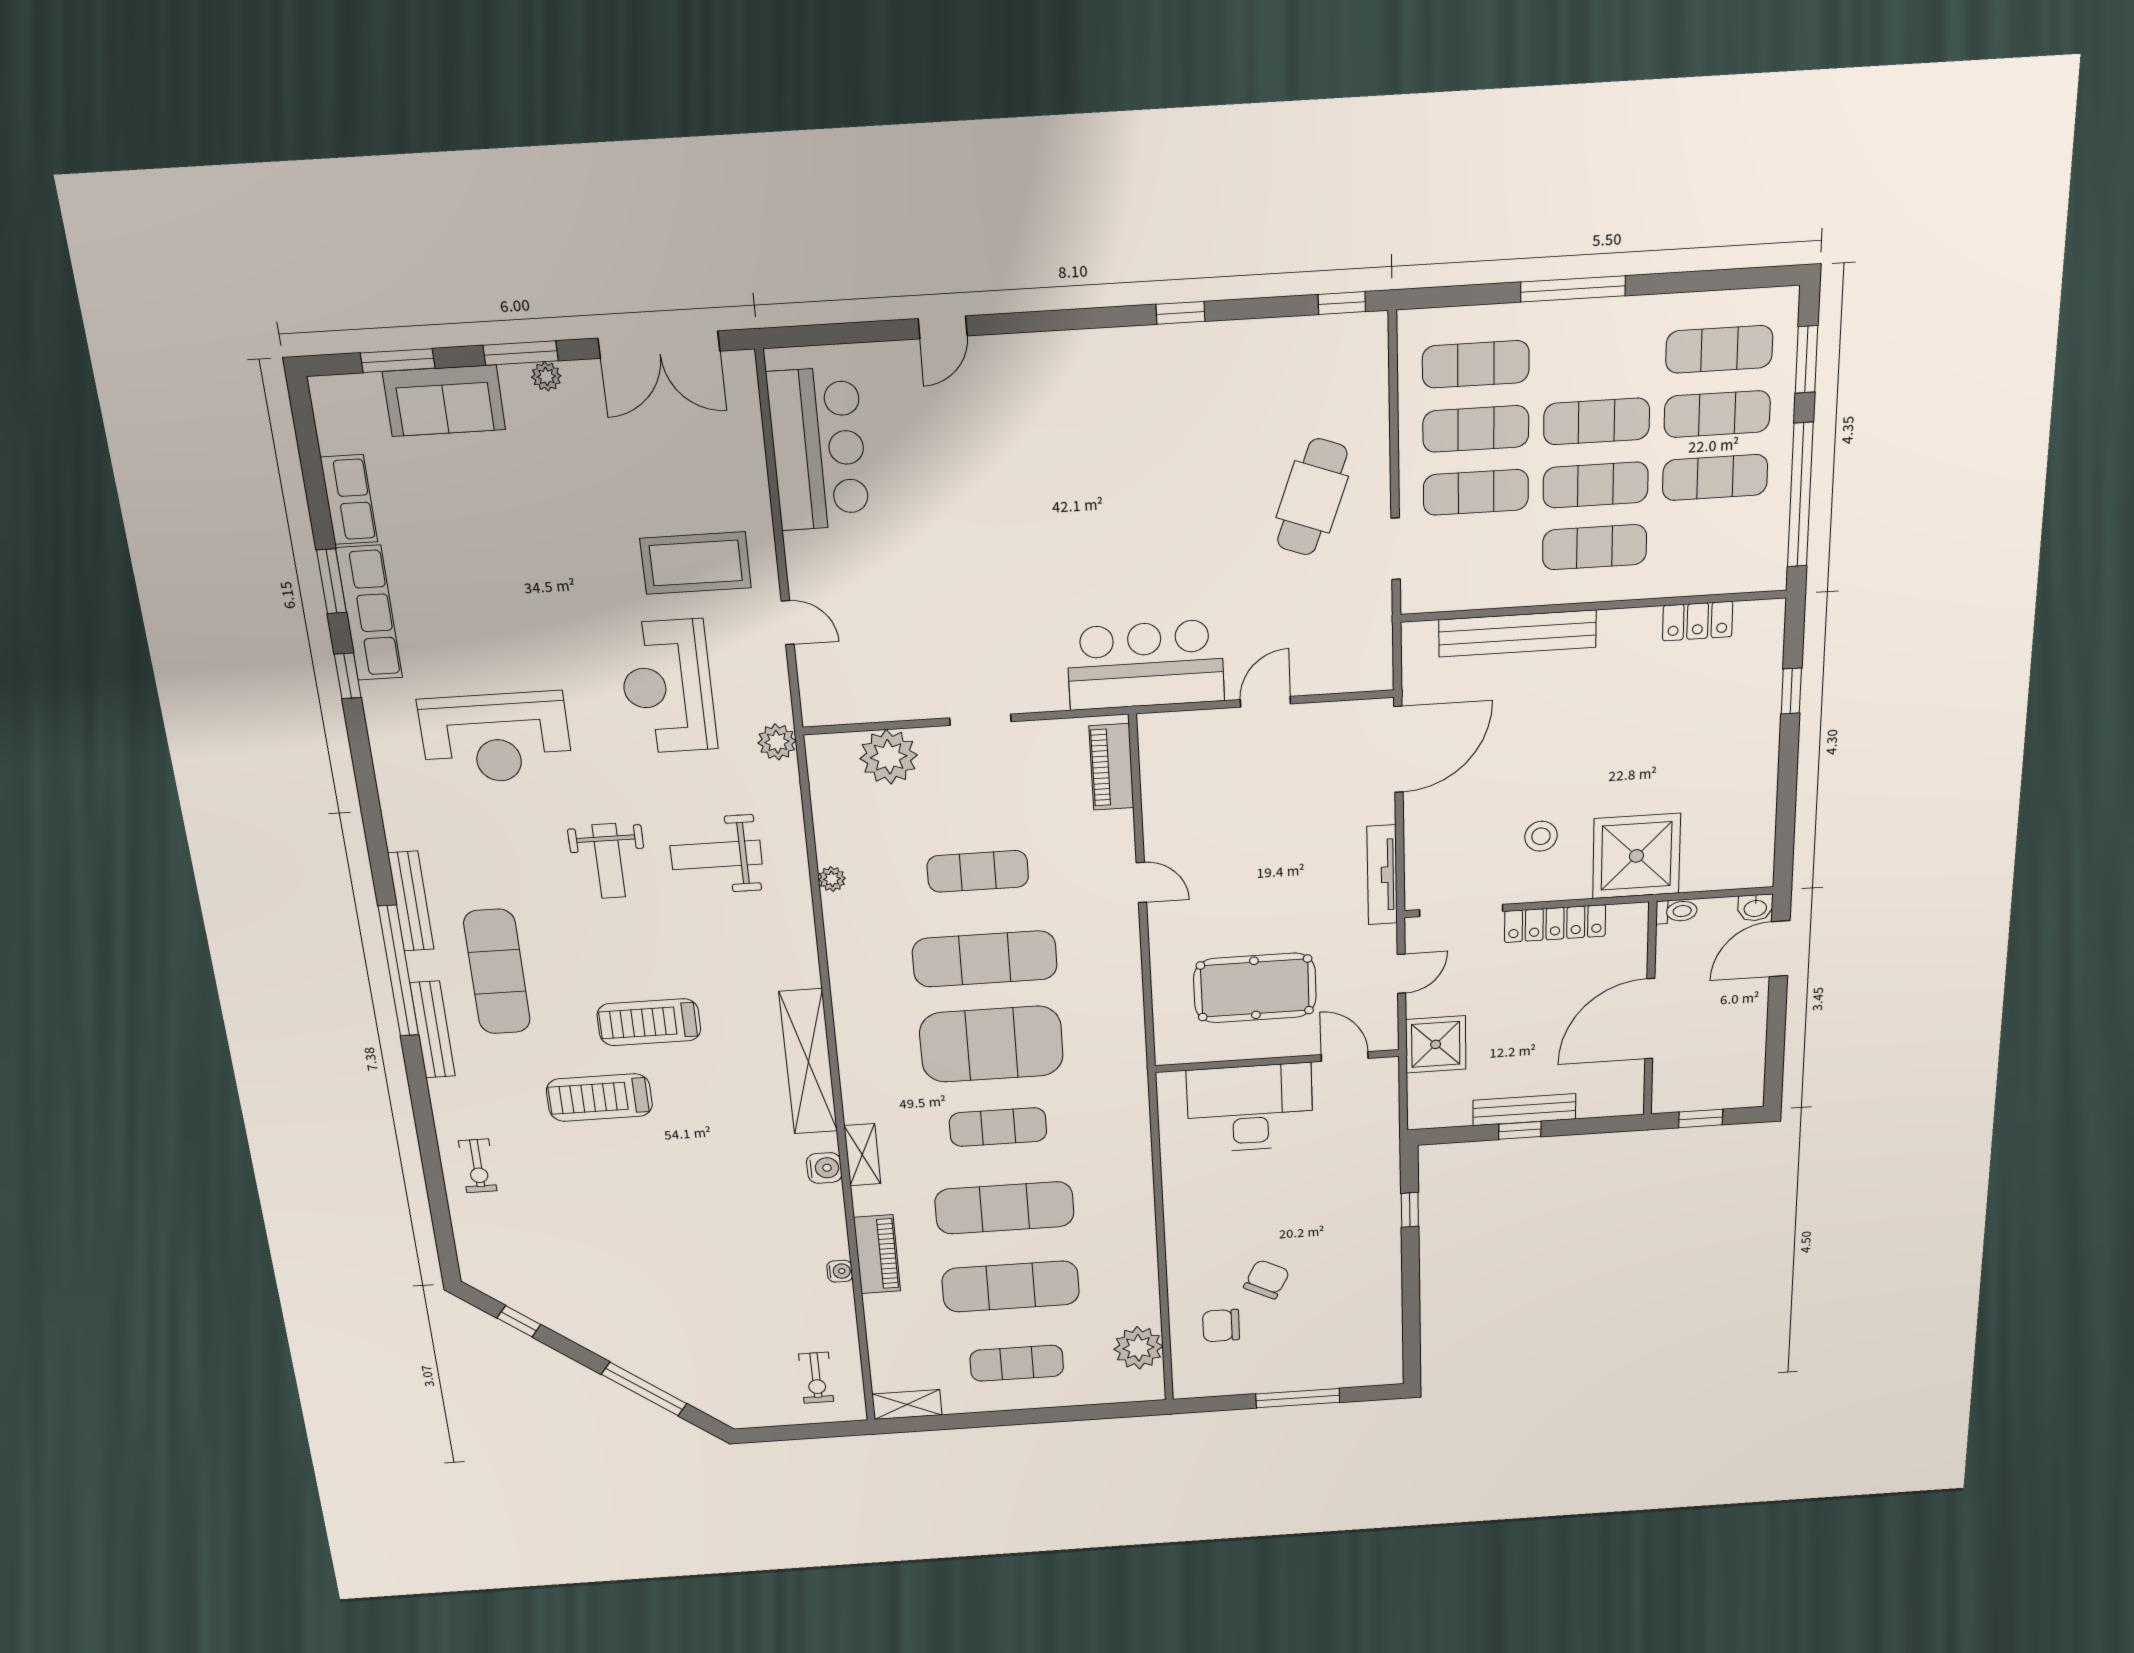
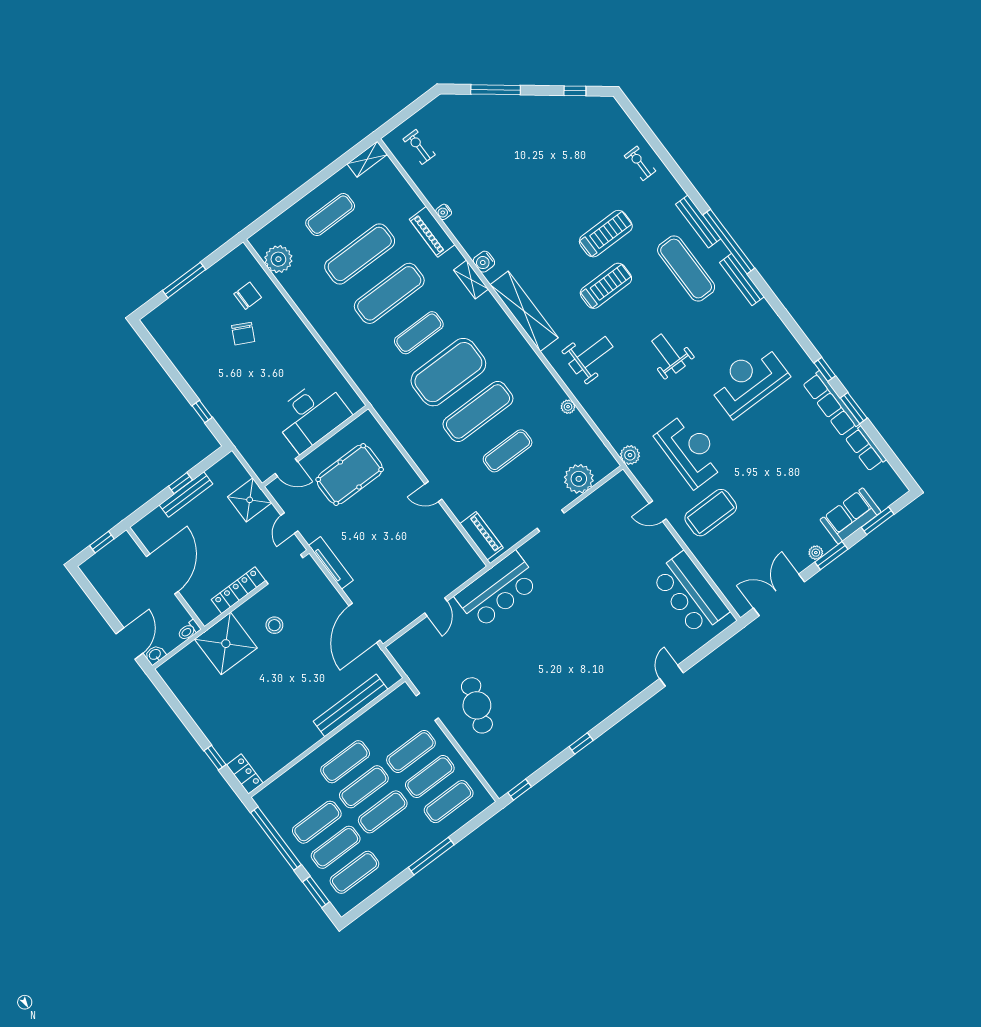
locker: (1698, 621) -> (245, 774), moved, turned 90
weight bench: (716, 855) -> (591, 355), moved

